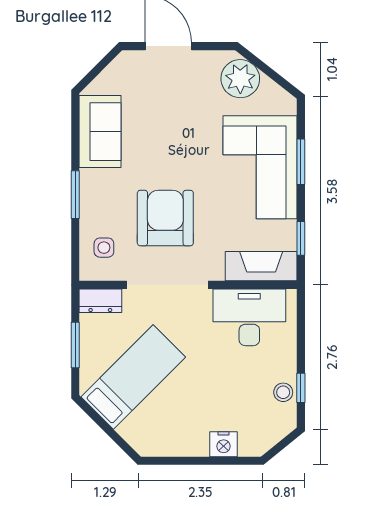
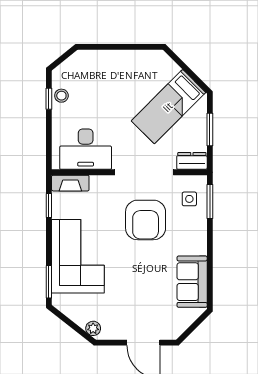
plant: (240, 79) -> (93, 328), width x0.53, depth x0.53
window: (301, 162) -> (49, 282), moved
window: (75, 195) -> (210, 201), moved
fireplace: (261, 266) -> (70, 183), width x0.73, depth x0.76
nightstand: (224, 444) -> (104, 59), removed

